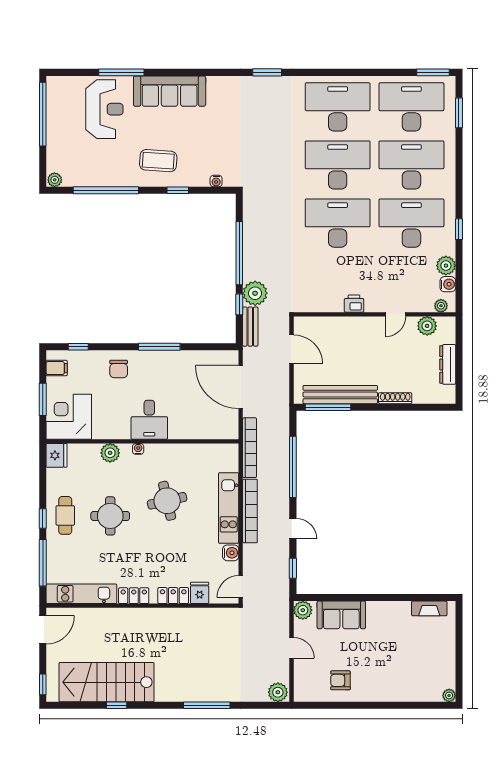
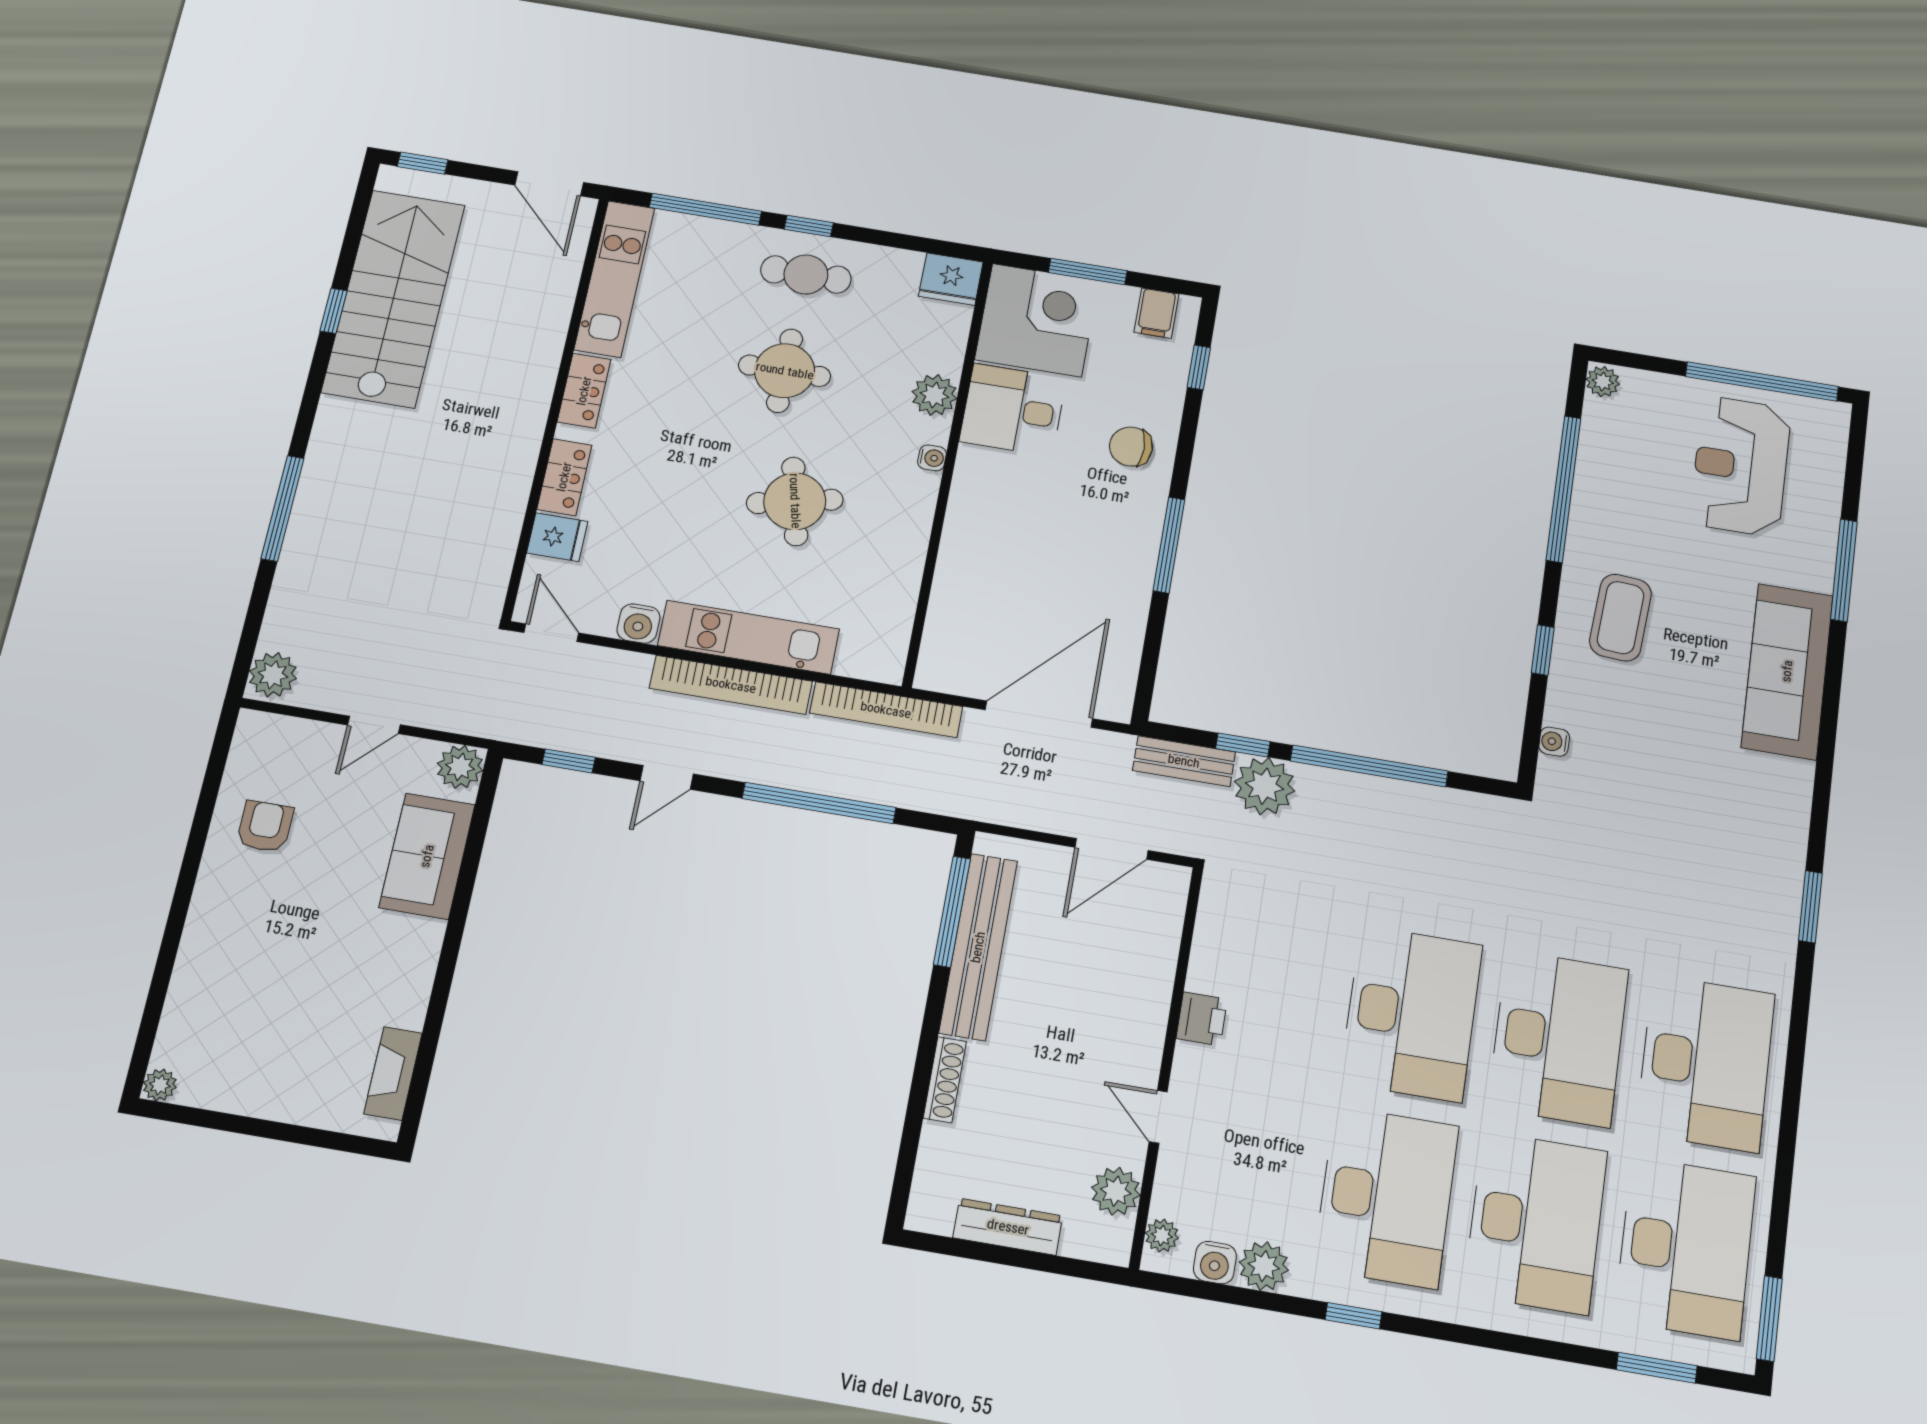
reception desk: (104, 109) -> (1741, 466), moved, turned 90
desk: (149, 420) -> (1013, 410), moved

